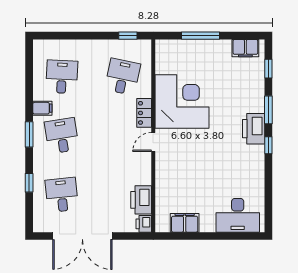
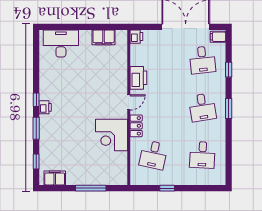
window: (128, 36) -> (167, 188), moved
corner desk: (182, 102) -> (111, 135), width x0.74, depth x0.74
filing cabinet: (42, 108) -> (218, 37), moved
printer: (254, 129) -> (45, 107), width x0.53, depth x0.68
printer: (141, 200) -> (138, 78), moved

